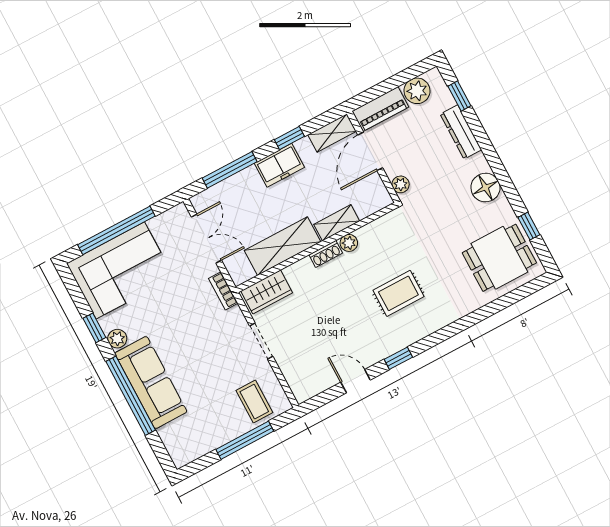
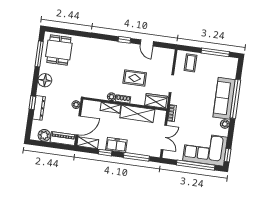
window: (459, 96) -> (32, 103), moved
window: (529, 226) -> (39, 54), width x2.17
double door: (206, 239) -> (164, 137), swing flipped
dining table: (499, 258) -> (59, 50), turned 90
rug: (398, 293) -> (135, 78), moved
window: (94, 328) -> (228, 155), moved
window: (245, 440) -> (215, 52), moved

